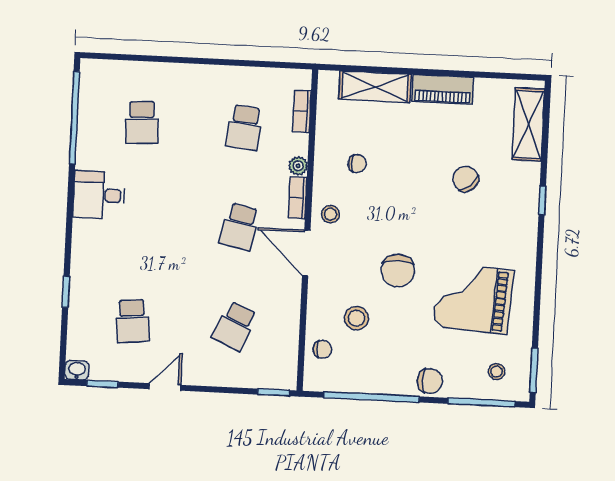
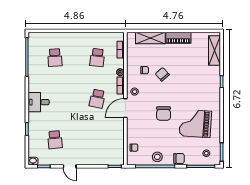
chair: (466, 179) -> (162, 74), moved
desk: (99, 195) -> (39, 102), moved
door: (306, 253) -> (125, 108), hinge flipped
stool: (356, 318) -> (157, 157), moved
school desk: (235, 326) -> (97, 140), removed
door: (165, 387) -> (70, 166), swing flipped

